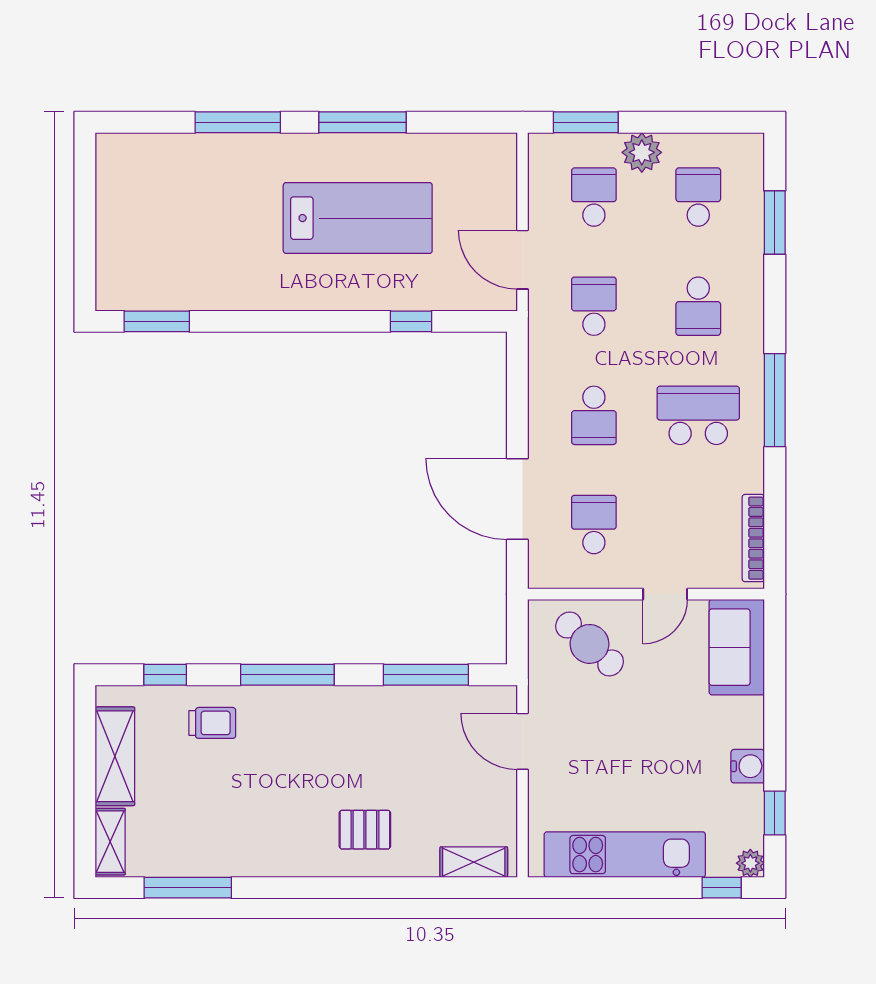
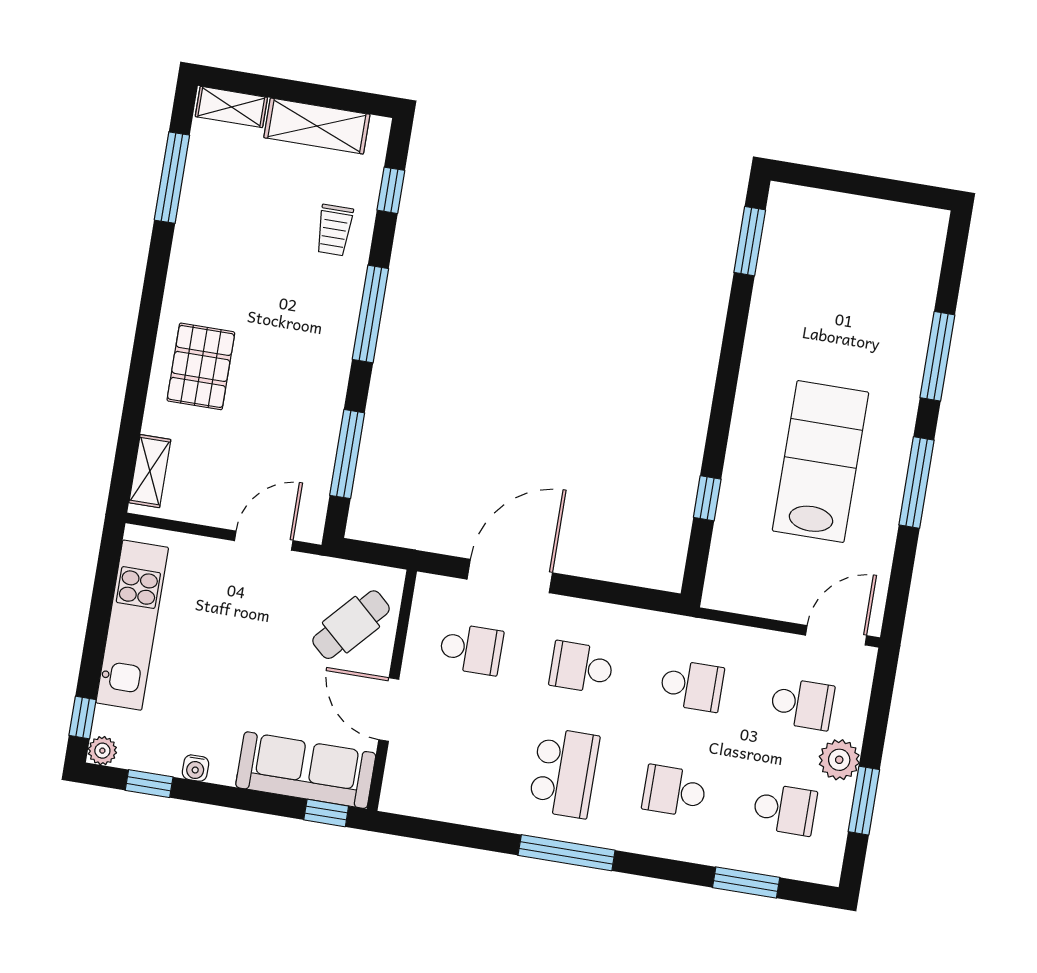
window: (586, 122) -> (864, 801), moved
lab bench: (358, 218) -> (820, 462), turned 180
door: (523, 260) -> (836, 635), moved
bookcase: (753, 538) -> (431, 808), removed
door: (665, 594) -> (389, 709), width x1.38
window: (775, 638) -> (326, 813), added
sofa: (737, 647) -> (306, 770), width x1.36
water cooler: (748, 766) -> (195, 768), width x0.72, depth x0.72
pallet: (365, 830) -> (201, 366), width x1.50, depth x1.42

